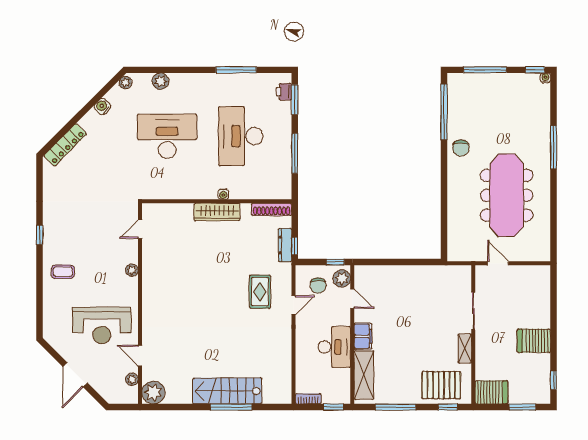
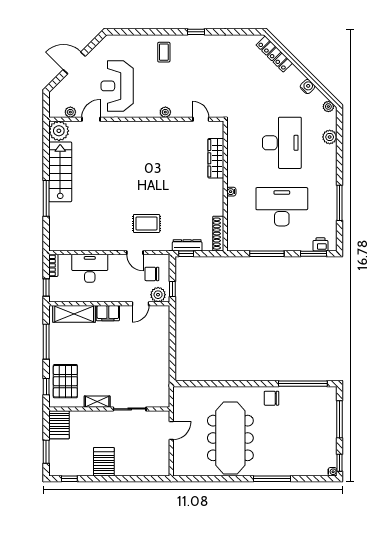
meeting table: (507, 195) -> (230, 438), turned 90
wardrobe: (217, 212) -> (216, 158), moved
desk: (334, 347) -> (90, 268), moved, turned 180
stairs: (227, 391) -> (60, 172), moved

